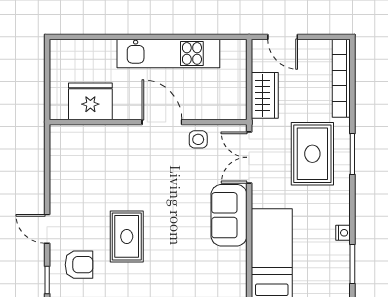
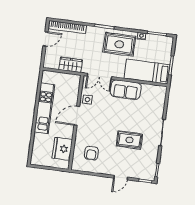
door: (283, 37) -> (46, 39), moved
rug: (312, 154) -> (119, 44), moved
armchair: (79, 265) -> (91, 153), moved, turned 180

